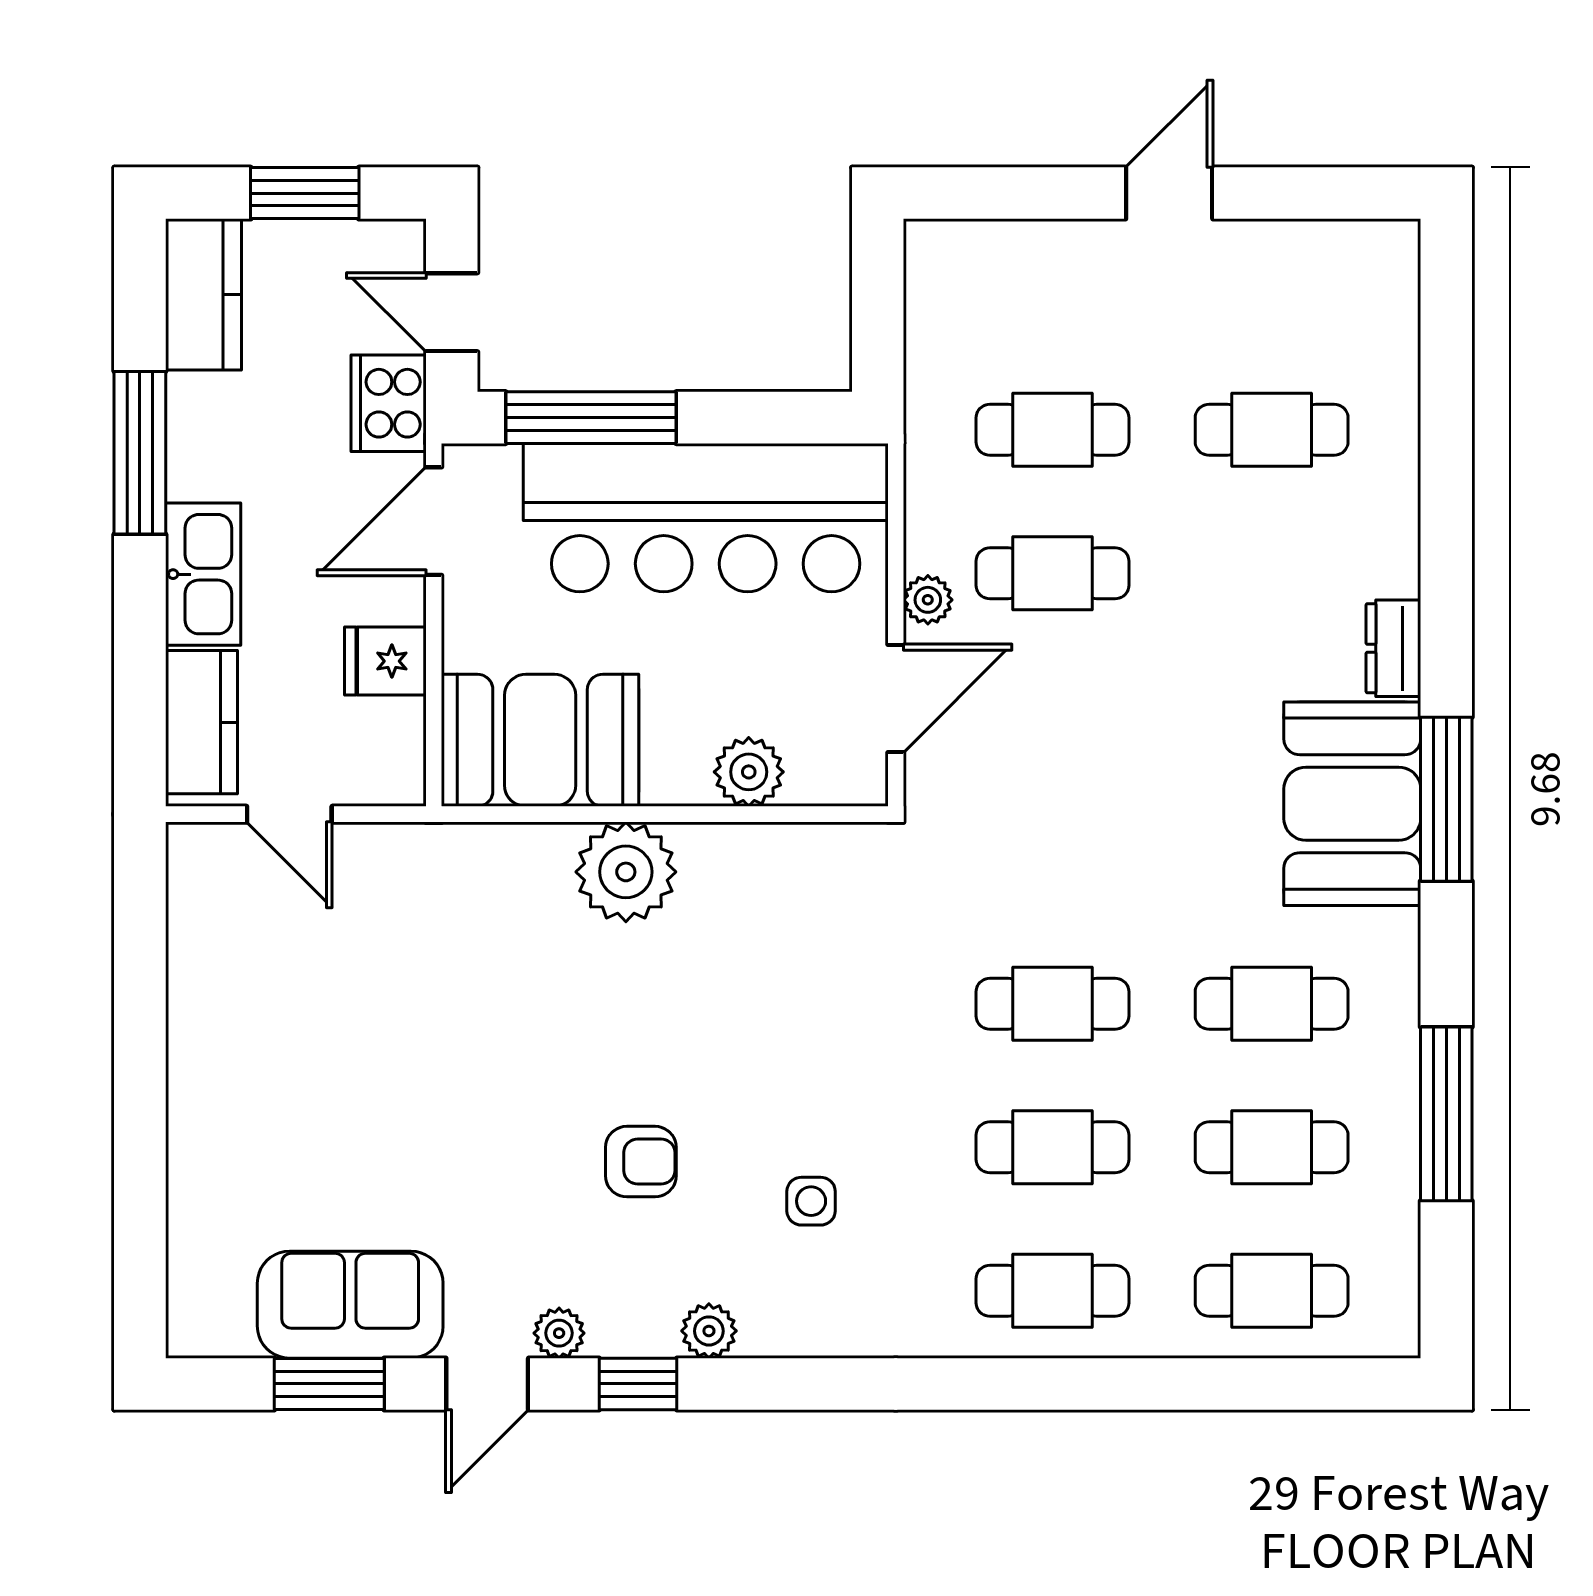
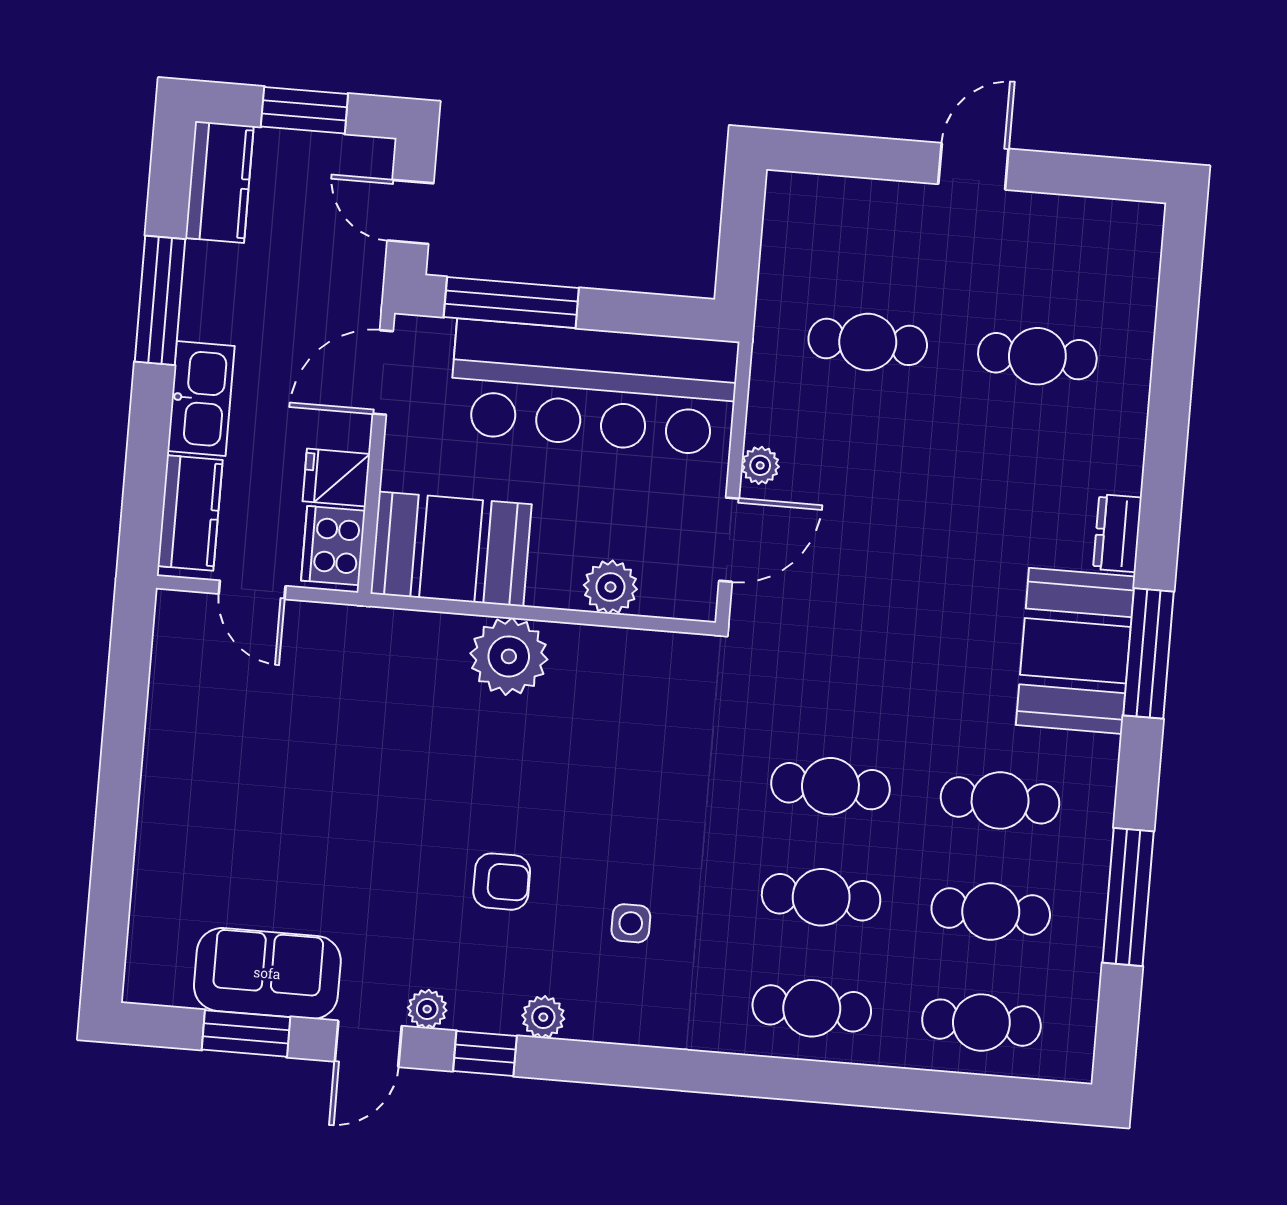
cooker: (389, 403) -> (333, 546), moved
cafe table: (1052, 573) -> (858, 453), removed

